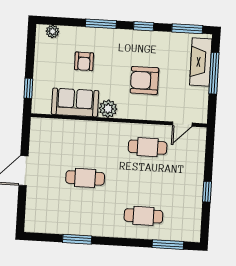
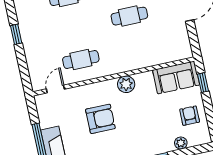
plant: (52, 31) -> (181, 143), moved
armchair: (84, 61) -> (190, 116), moved
sofa: (75, 102) -> (176, 77), moved

